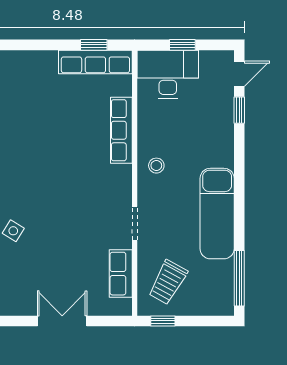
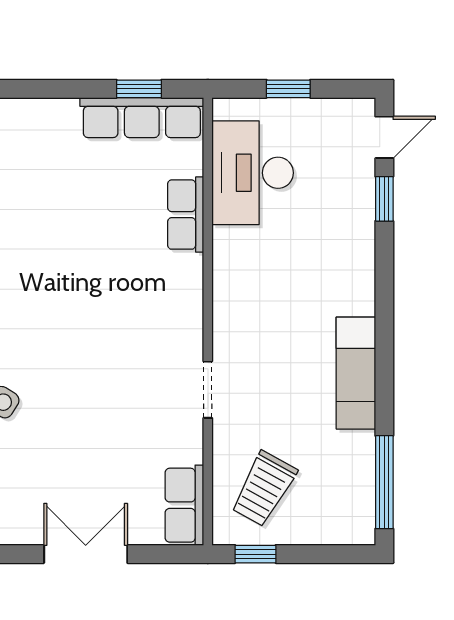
desk: (168, 74) -> (253, 173), moved, turned -90
row of seats: (121, 130) -> (186, 215), width x0.68
stool: (156, 166) -> (245, 292), removed
exam couch: (217, 214) -> (356, 373), width x0.73, depth x0.69
row of seats: (121, 274) -> (184, 505), moved

